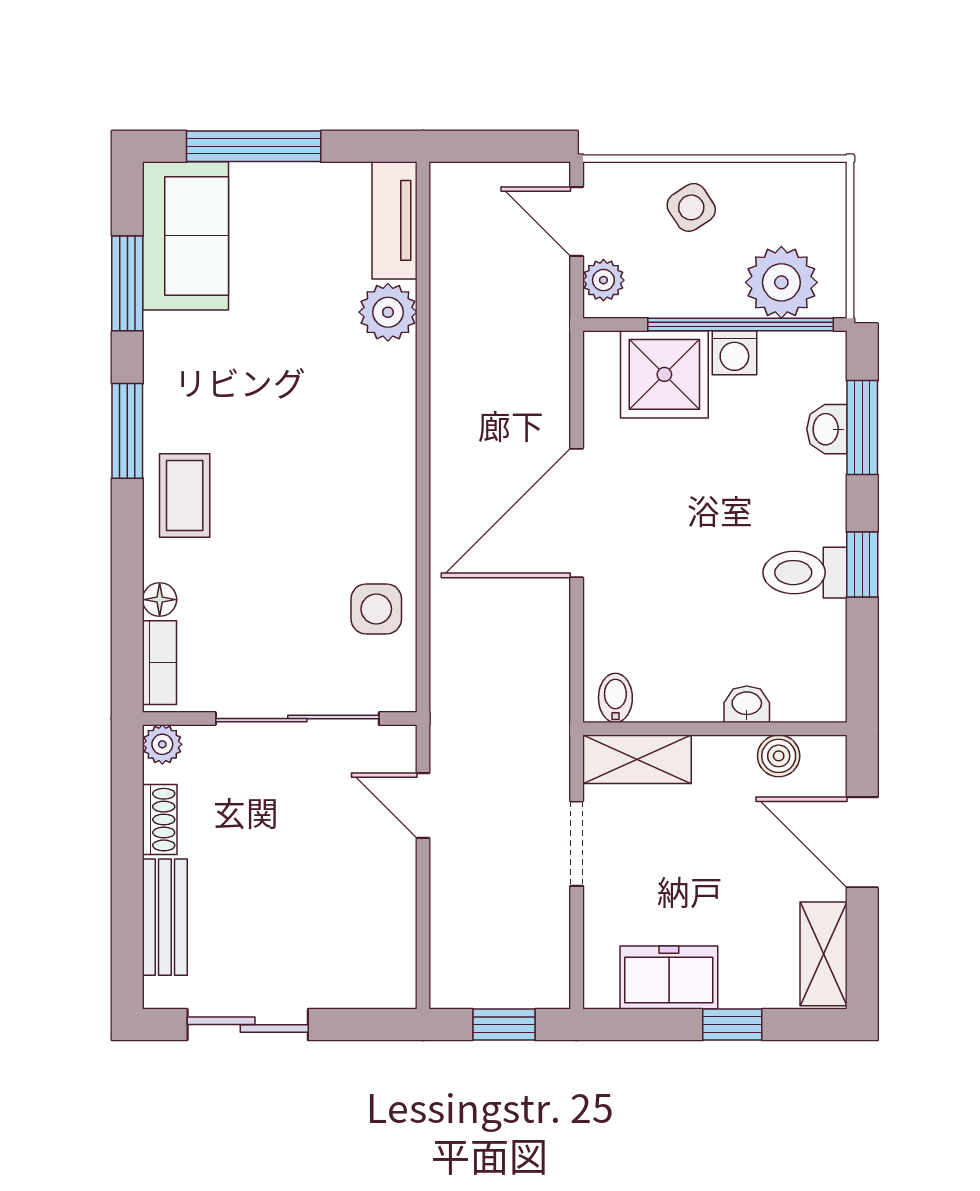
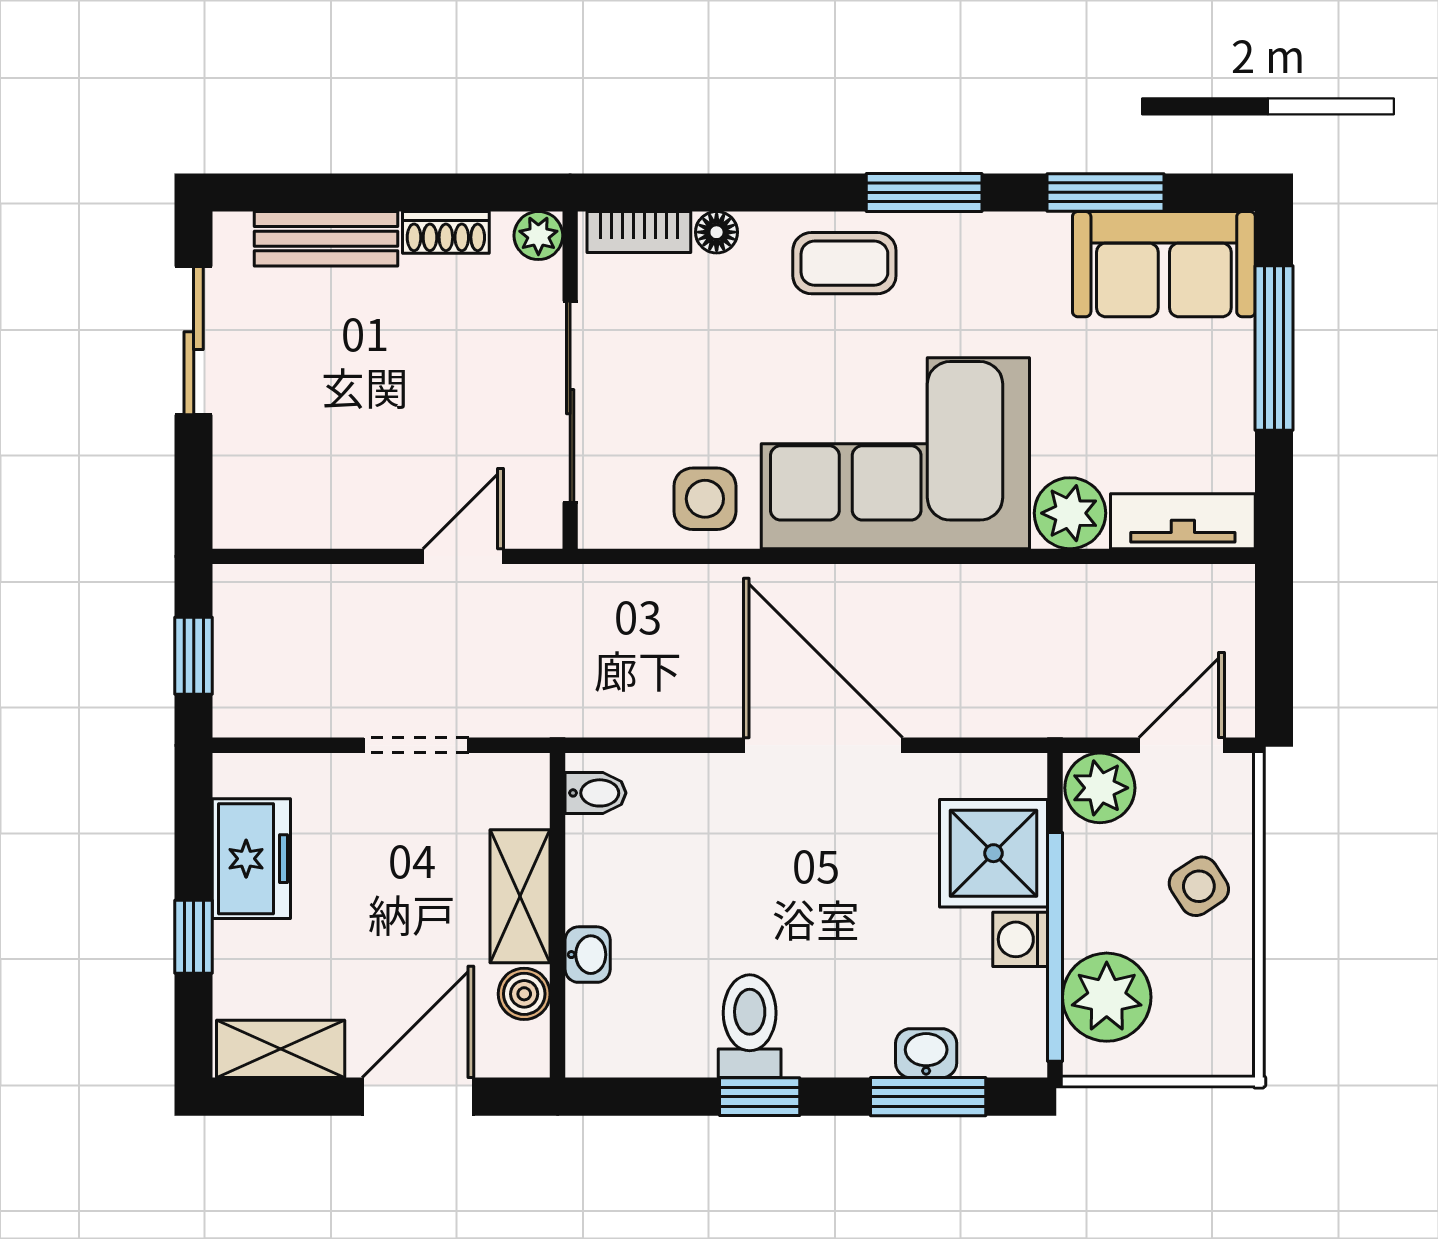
plant: (603, 280) -> (1100, 788), width x1.38, depth x1.38
corner sofa: (339, 454) -> (895, 453), added
shelving: (637, 759) -> (520, 896), moved

